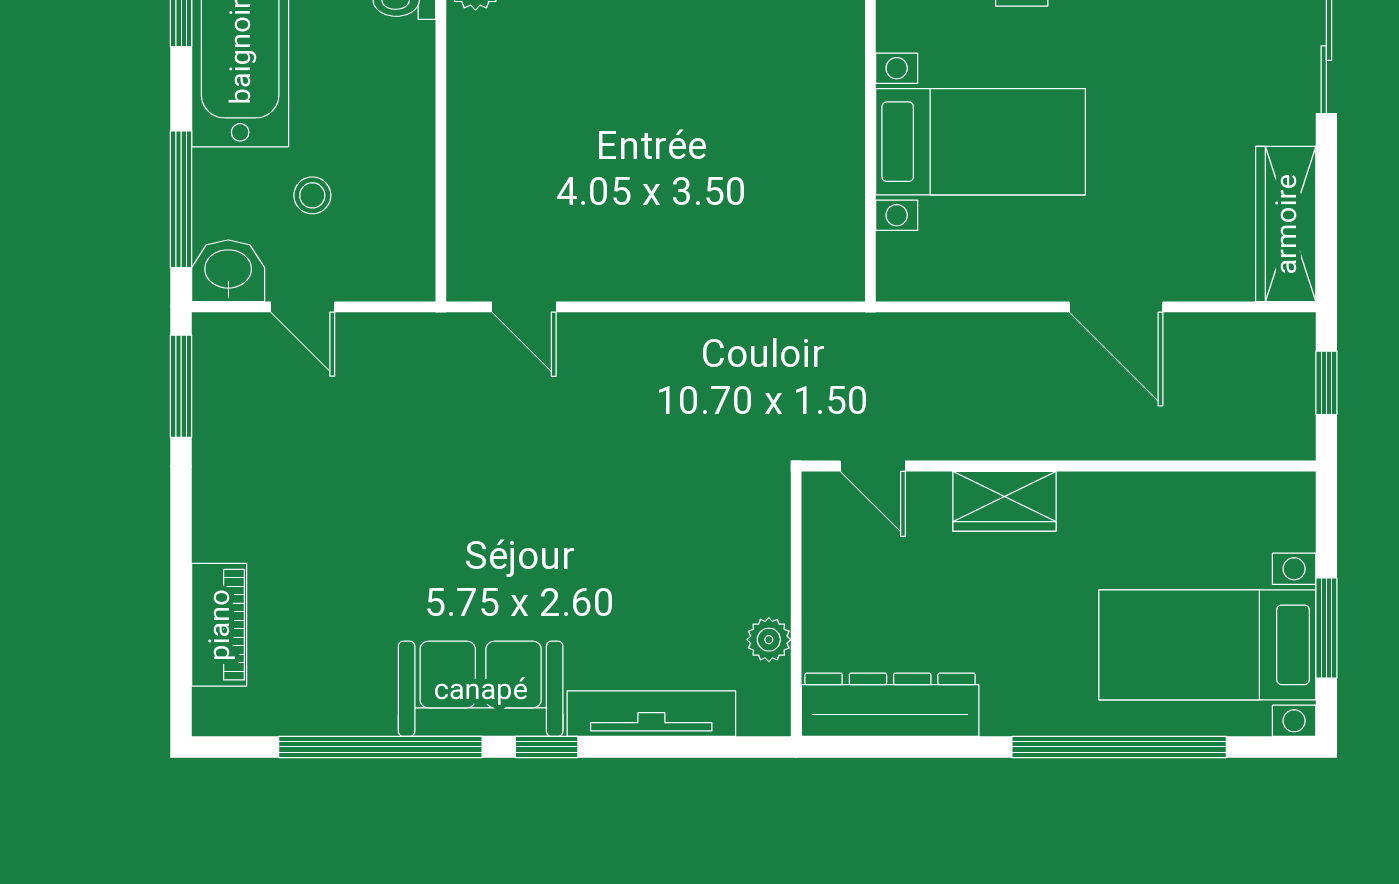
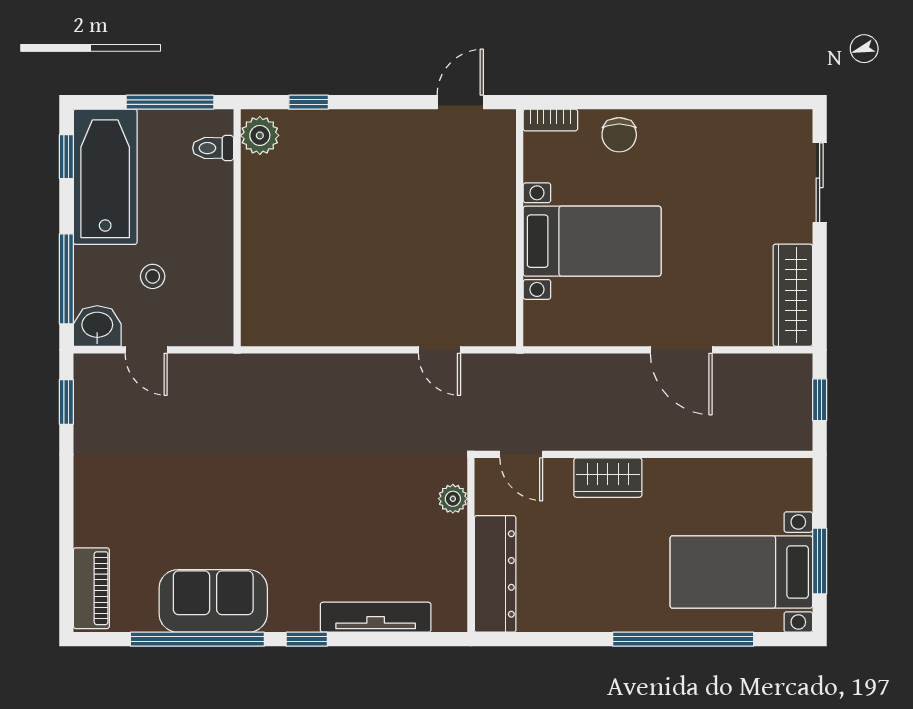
door: (524, 307) -> (439, 350), moved
window: (181, 386) -> (66, 402), width x0.67
piano: (219, 625) -> (91, 588), moved
plant: (769, 640) -> (453, 499), moved
sofa: (481, 689) -> (213, 601), moved
dresser: (890, 705) -> (495, 574), moved, turned 90

